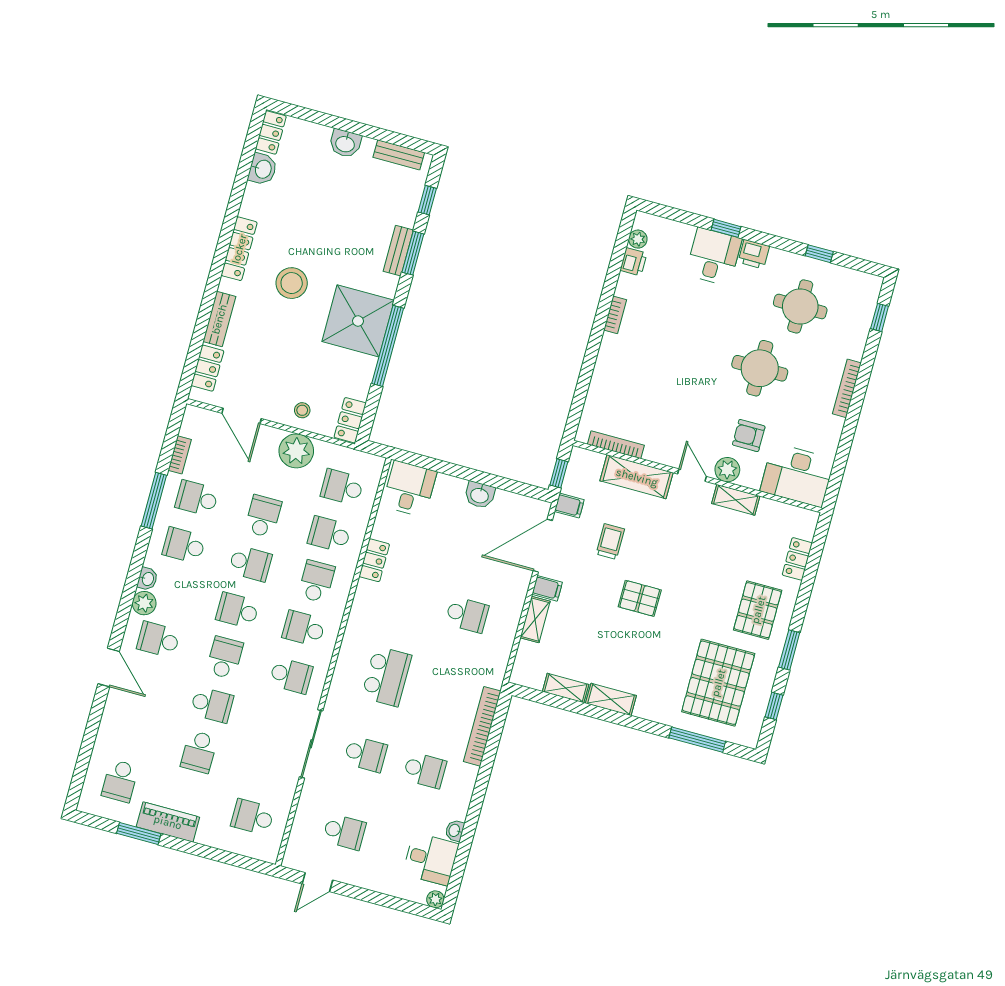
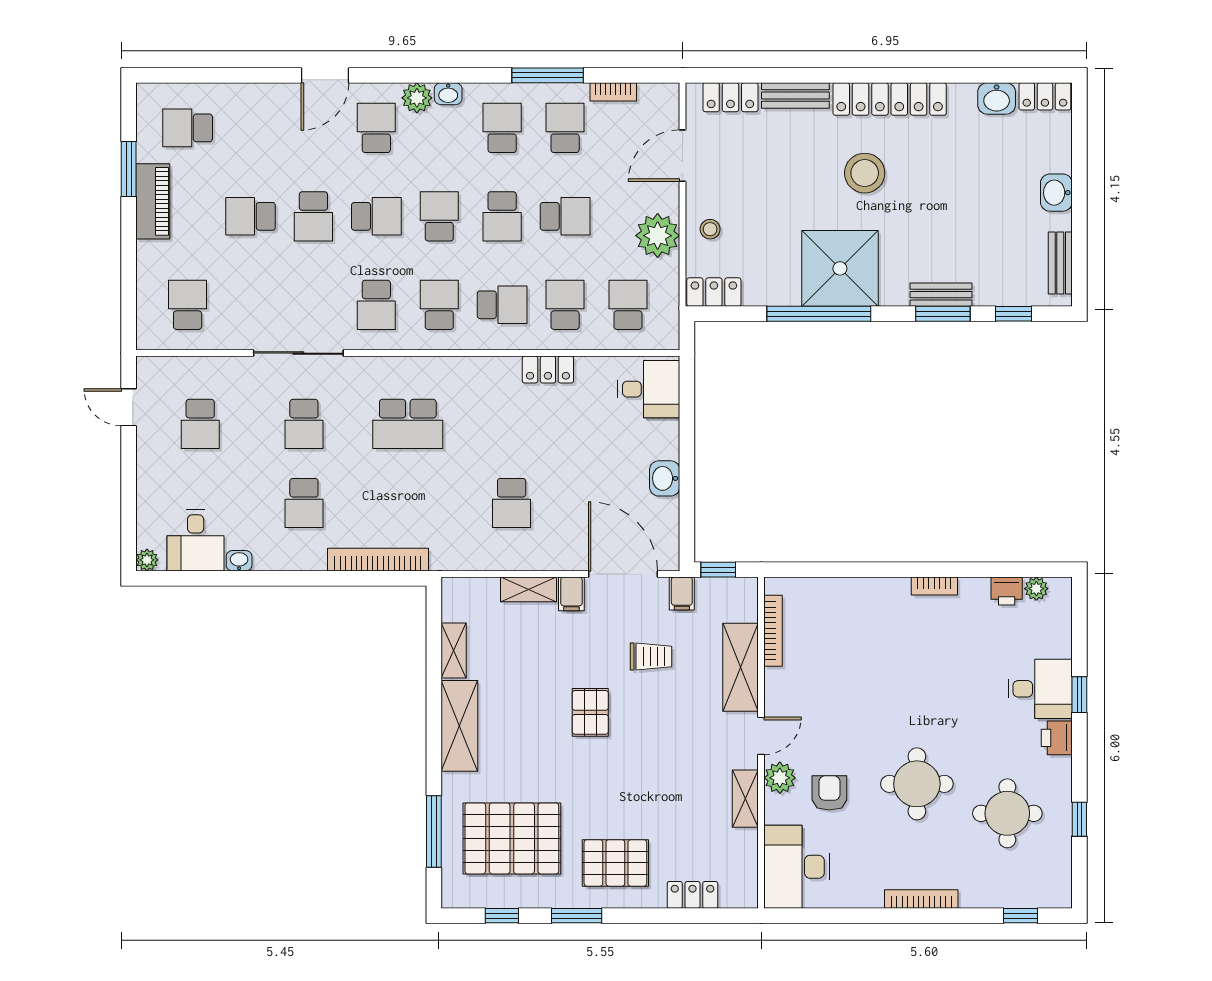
locker: (239, 249) -> (890, 99), width x1.41, depth x1.21
shelving: (611, 699) -> (459, 726), width x1.50, depth x1.33

